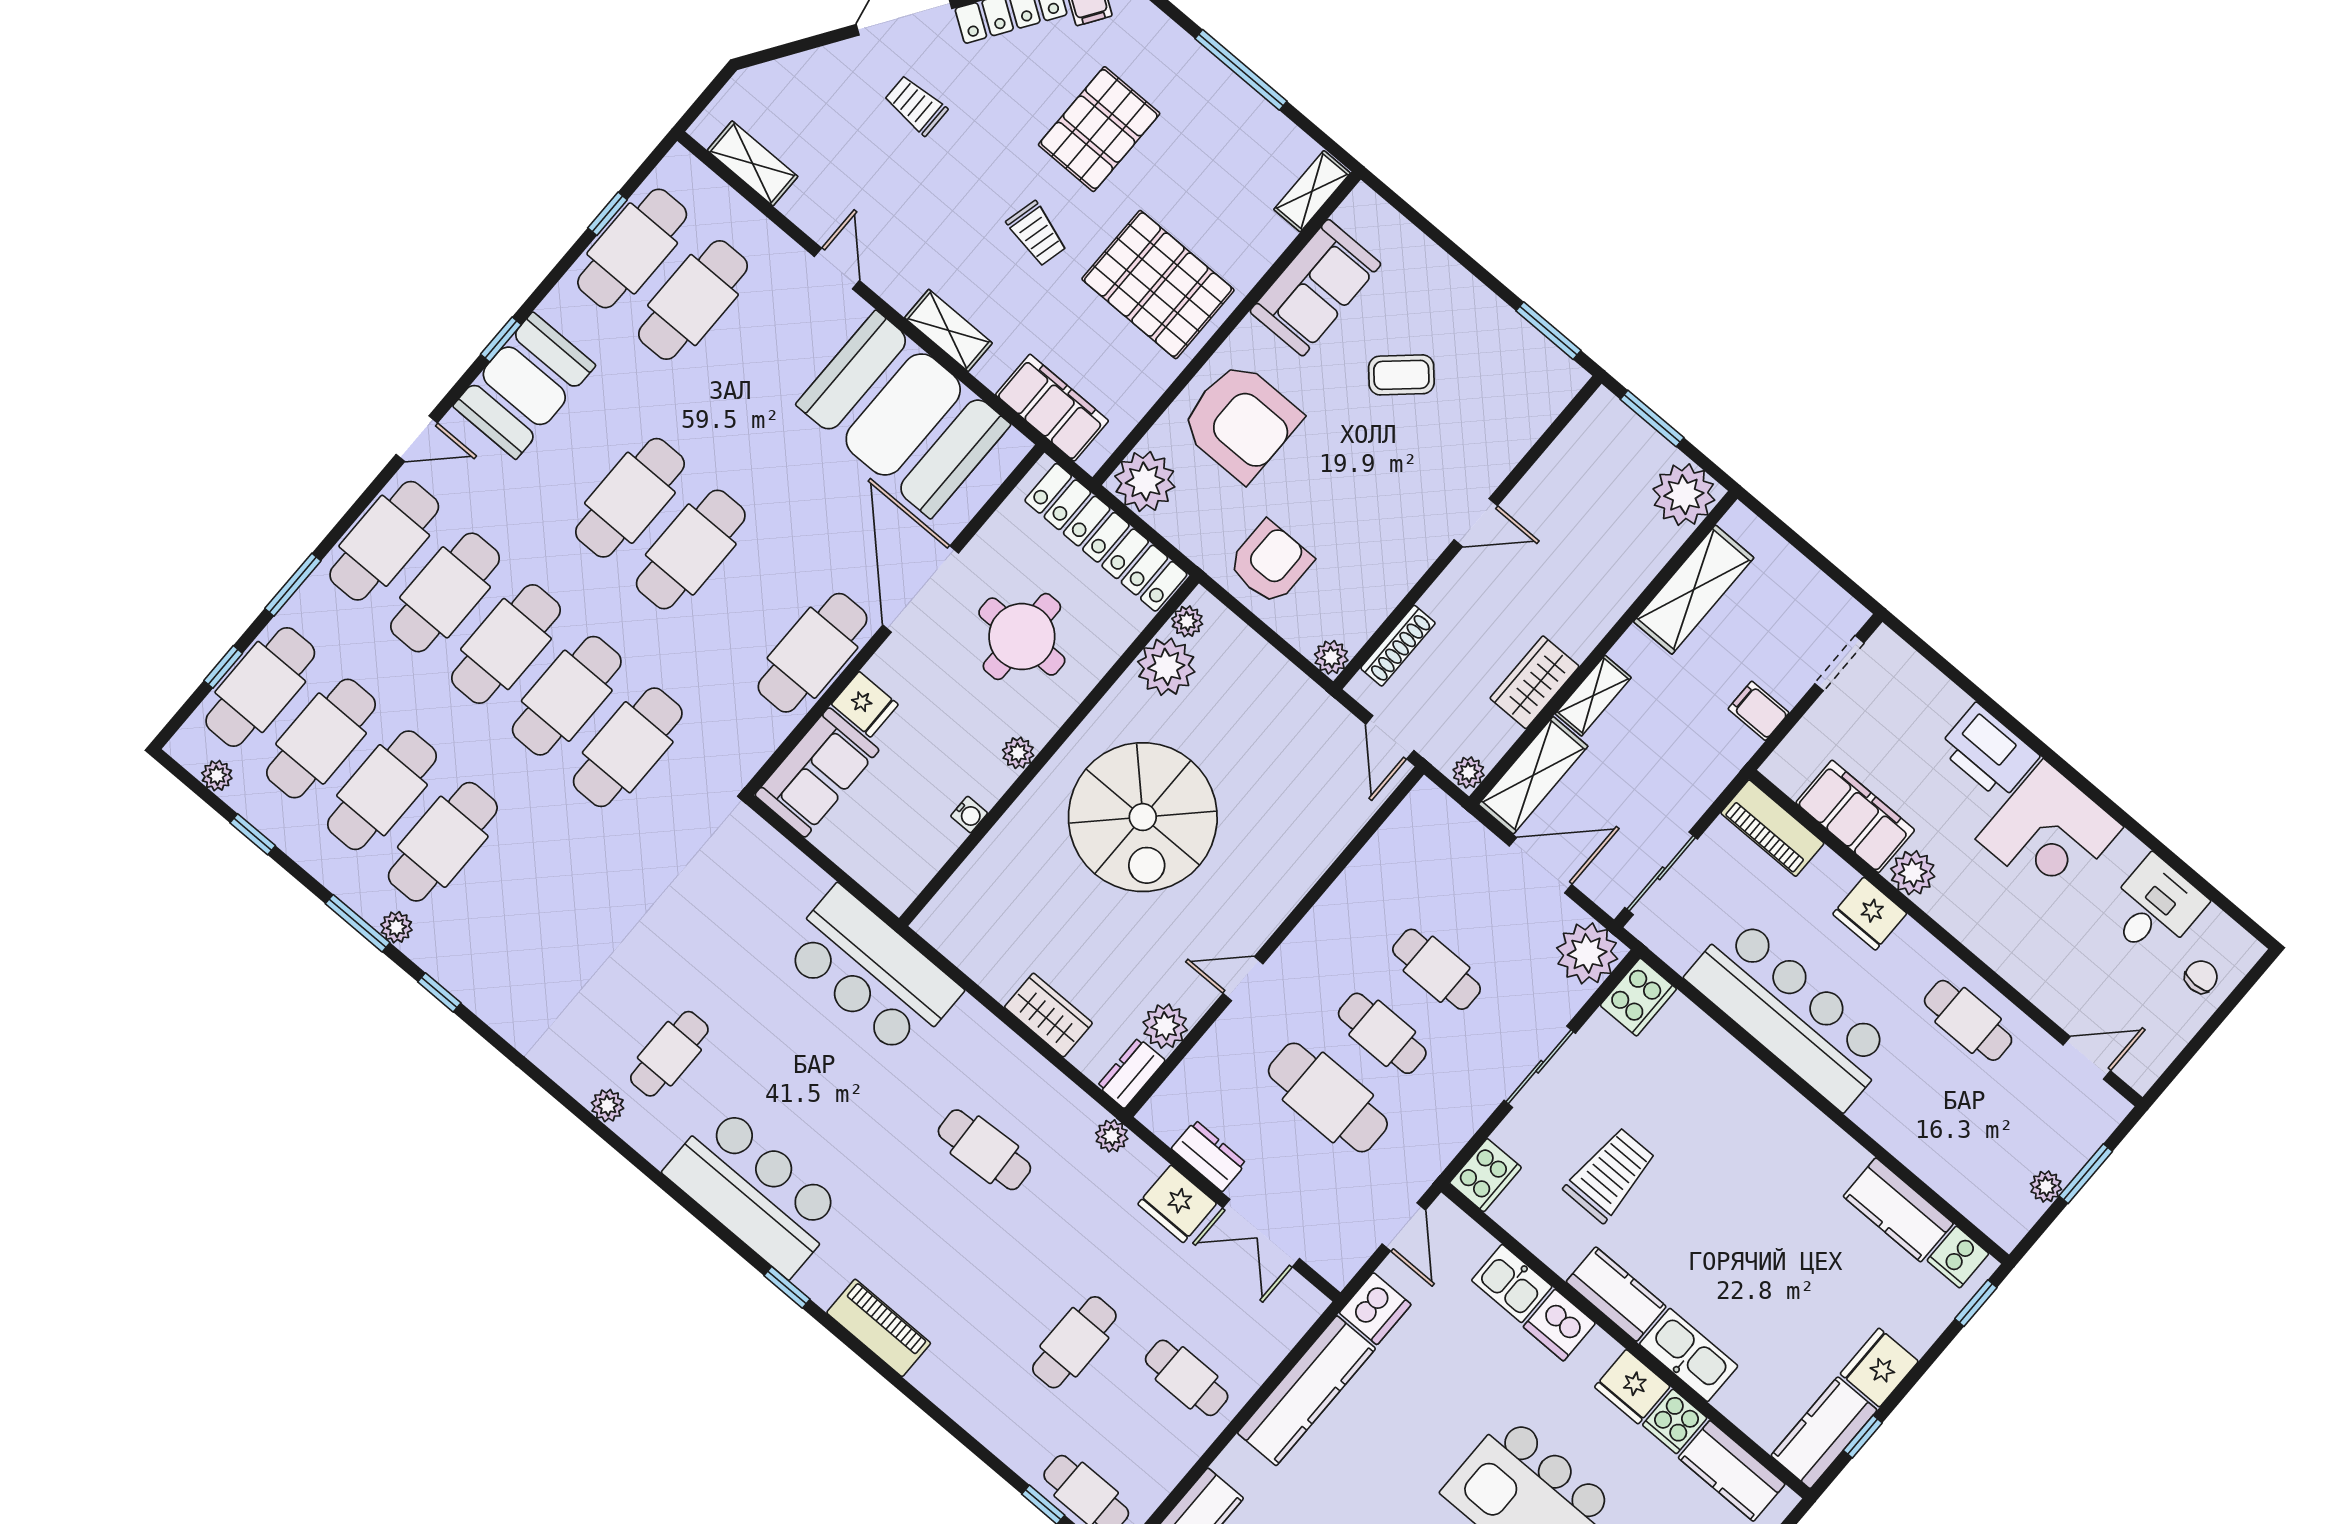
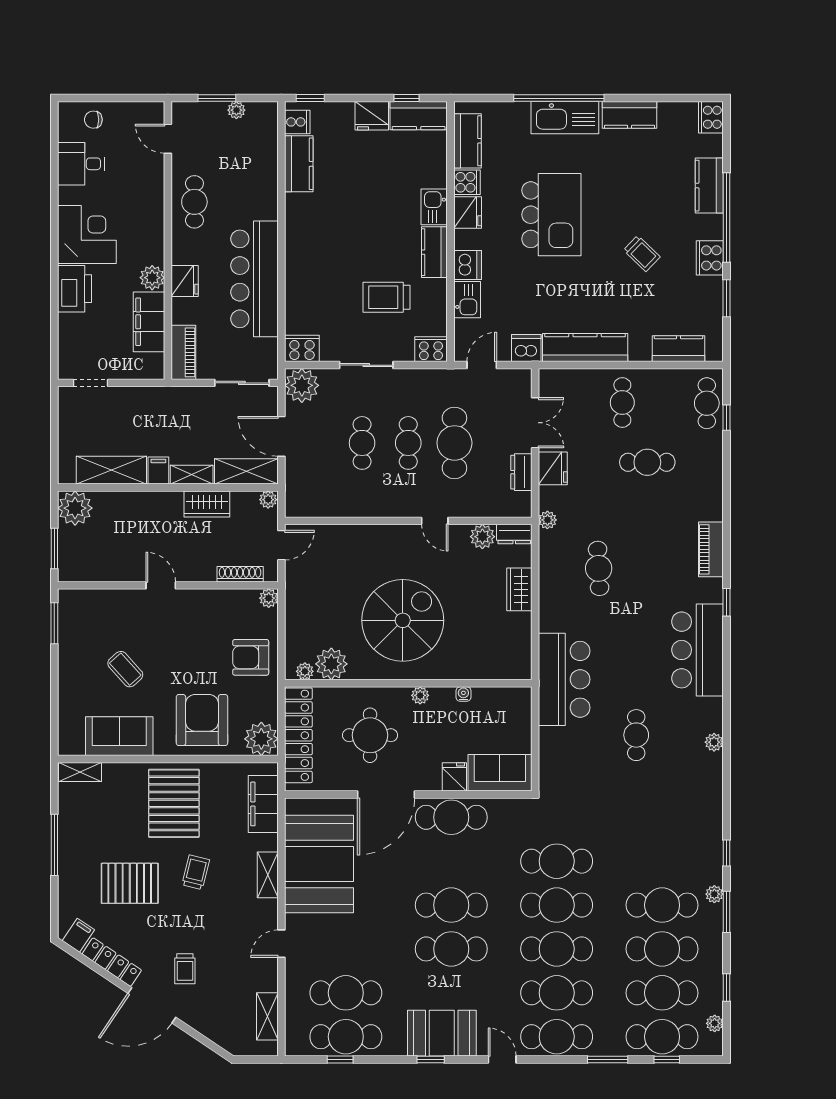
filing cabinet: (1759, 711) -> (158, 470), moved, turned 180
cafe table: (669, 1054) -> (636, 735), moved, turned 90
kitchen sink: (1689, 1355) -> (434, 207), width x0.73

